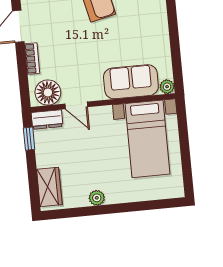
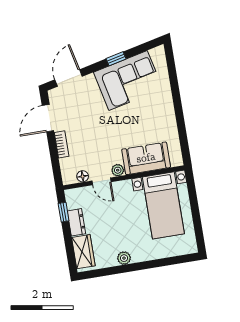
plant: (167, 87) -> (118, 170), moved
floor lamp: (48, 93) -> (83, 176), width x0.53, depth x0.53
dresser: (47, 120) -> (76, 222), moved, turned -90

